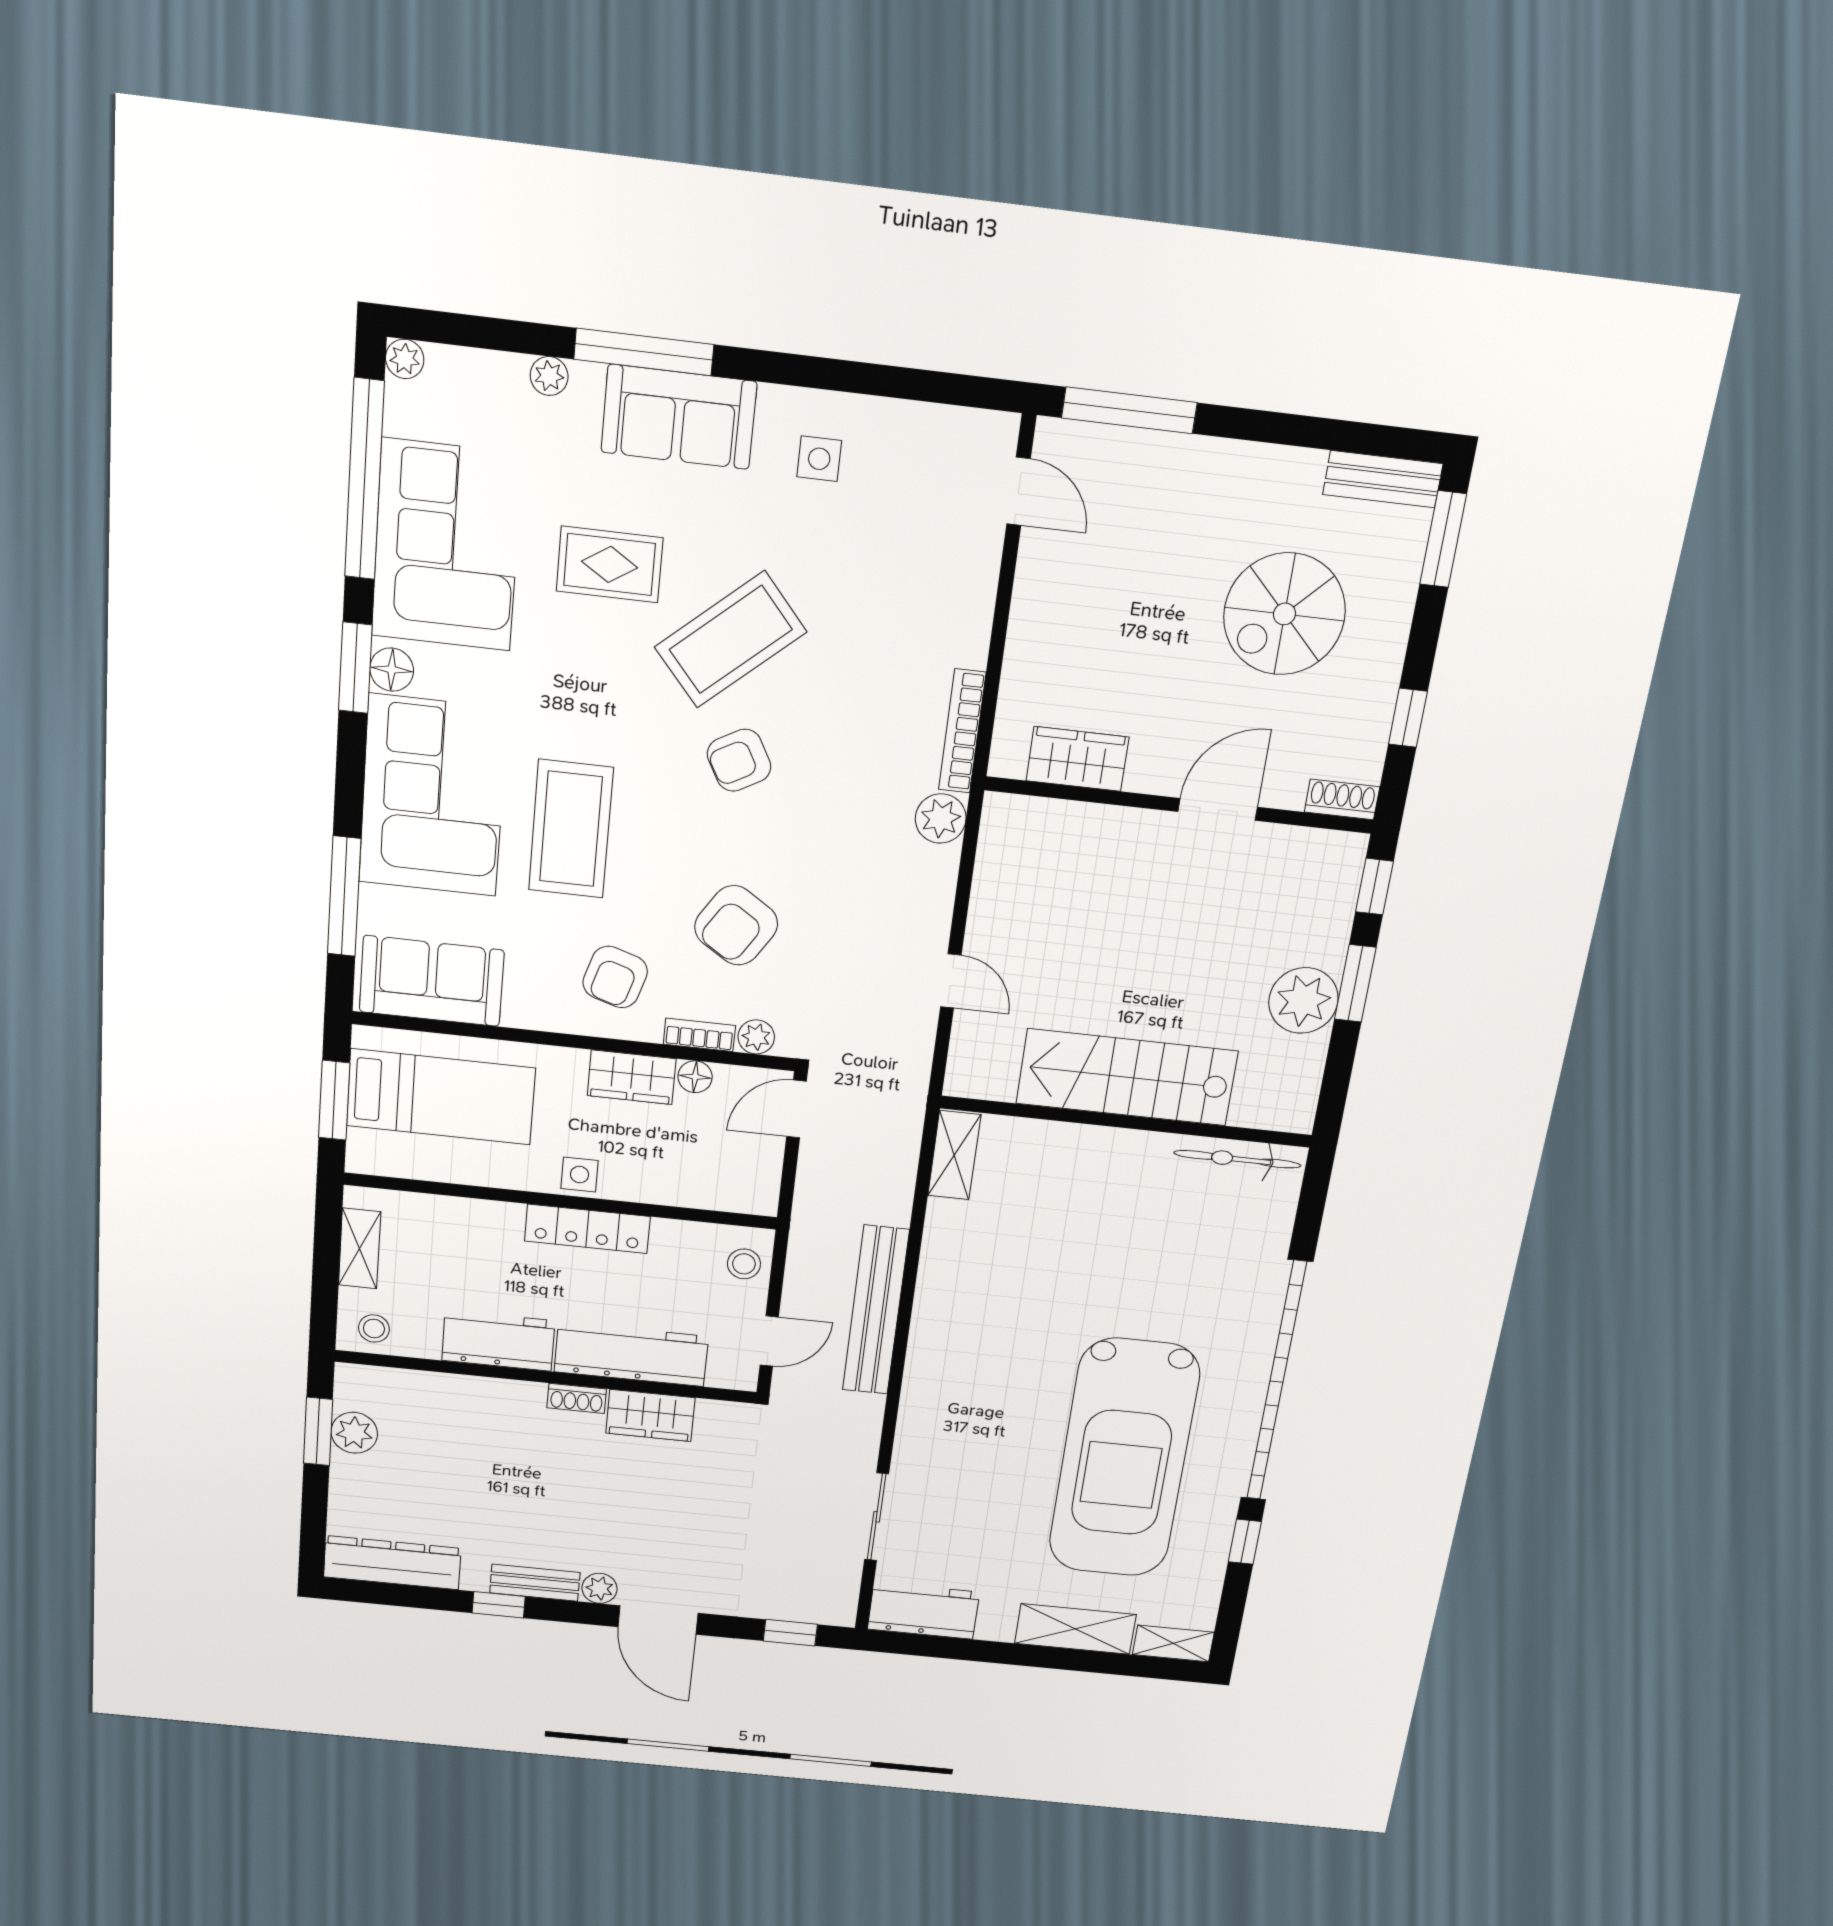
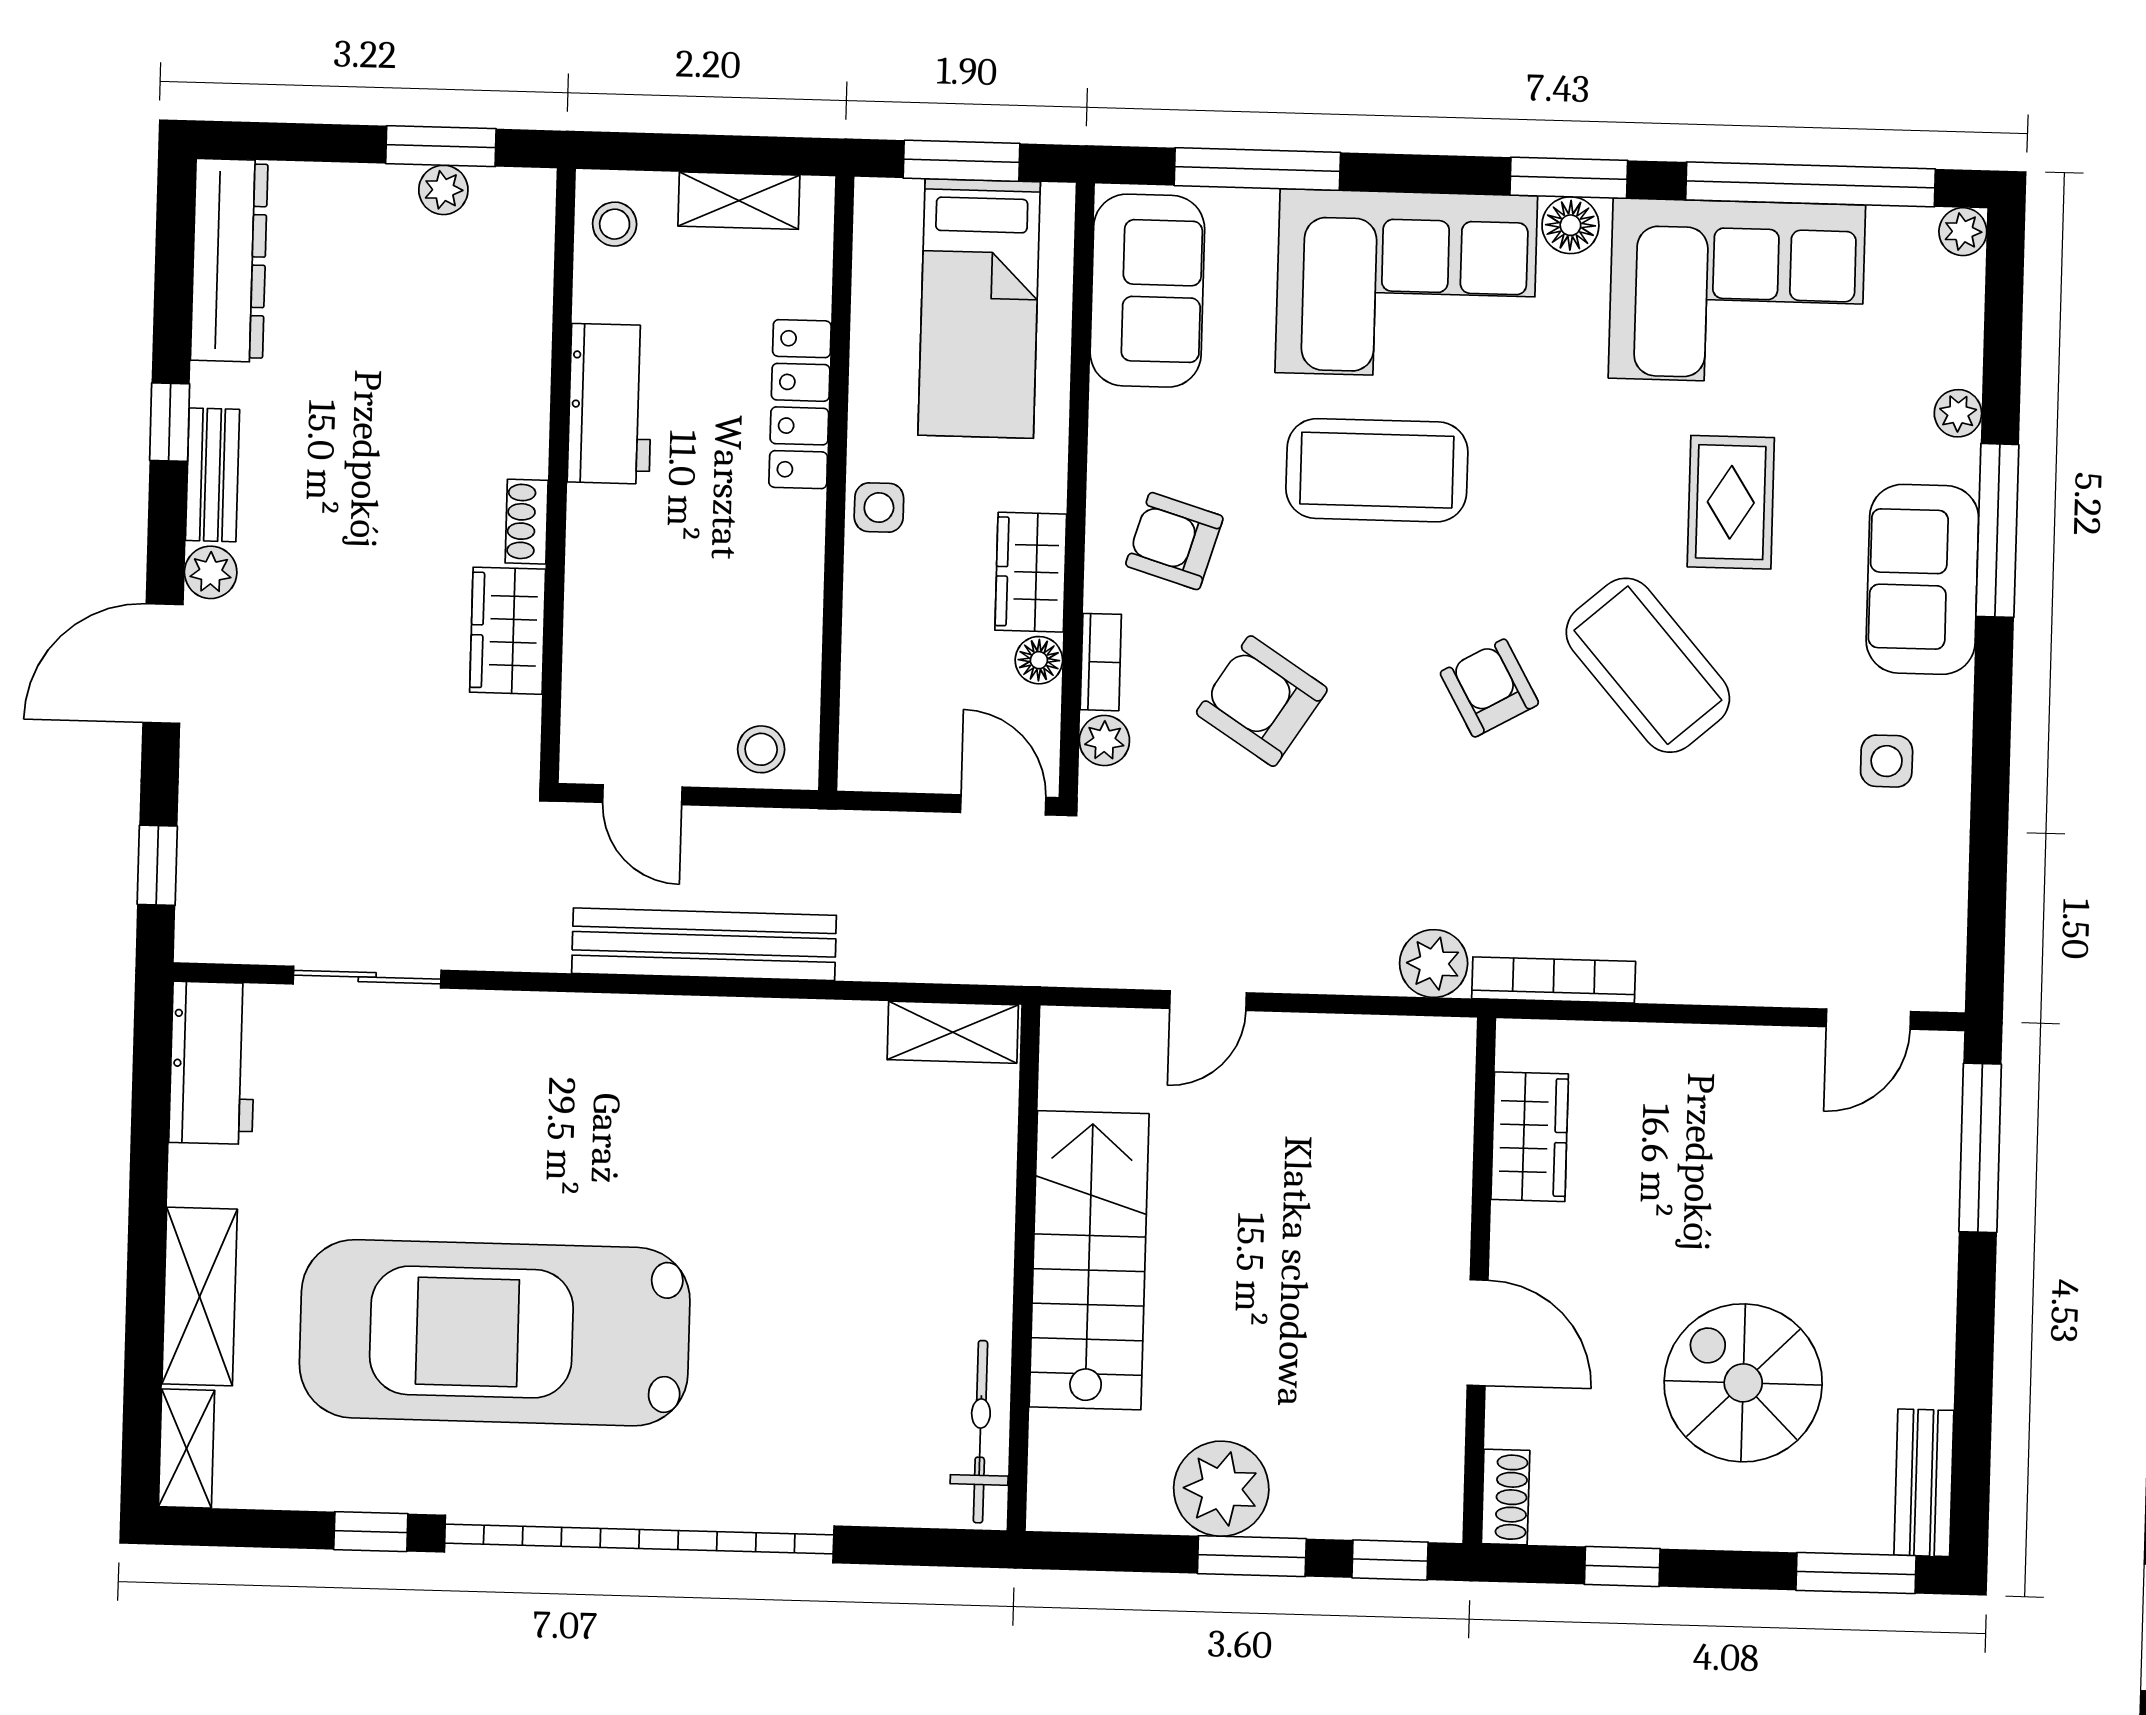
locker: (587, 1229) -> (800, 404), moved
workbench: (631, 1354) -> (605, 597), removed
plant: (354, 1433) -> (443, 190), width x0.73, depth x0.73

